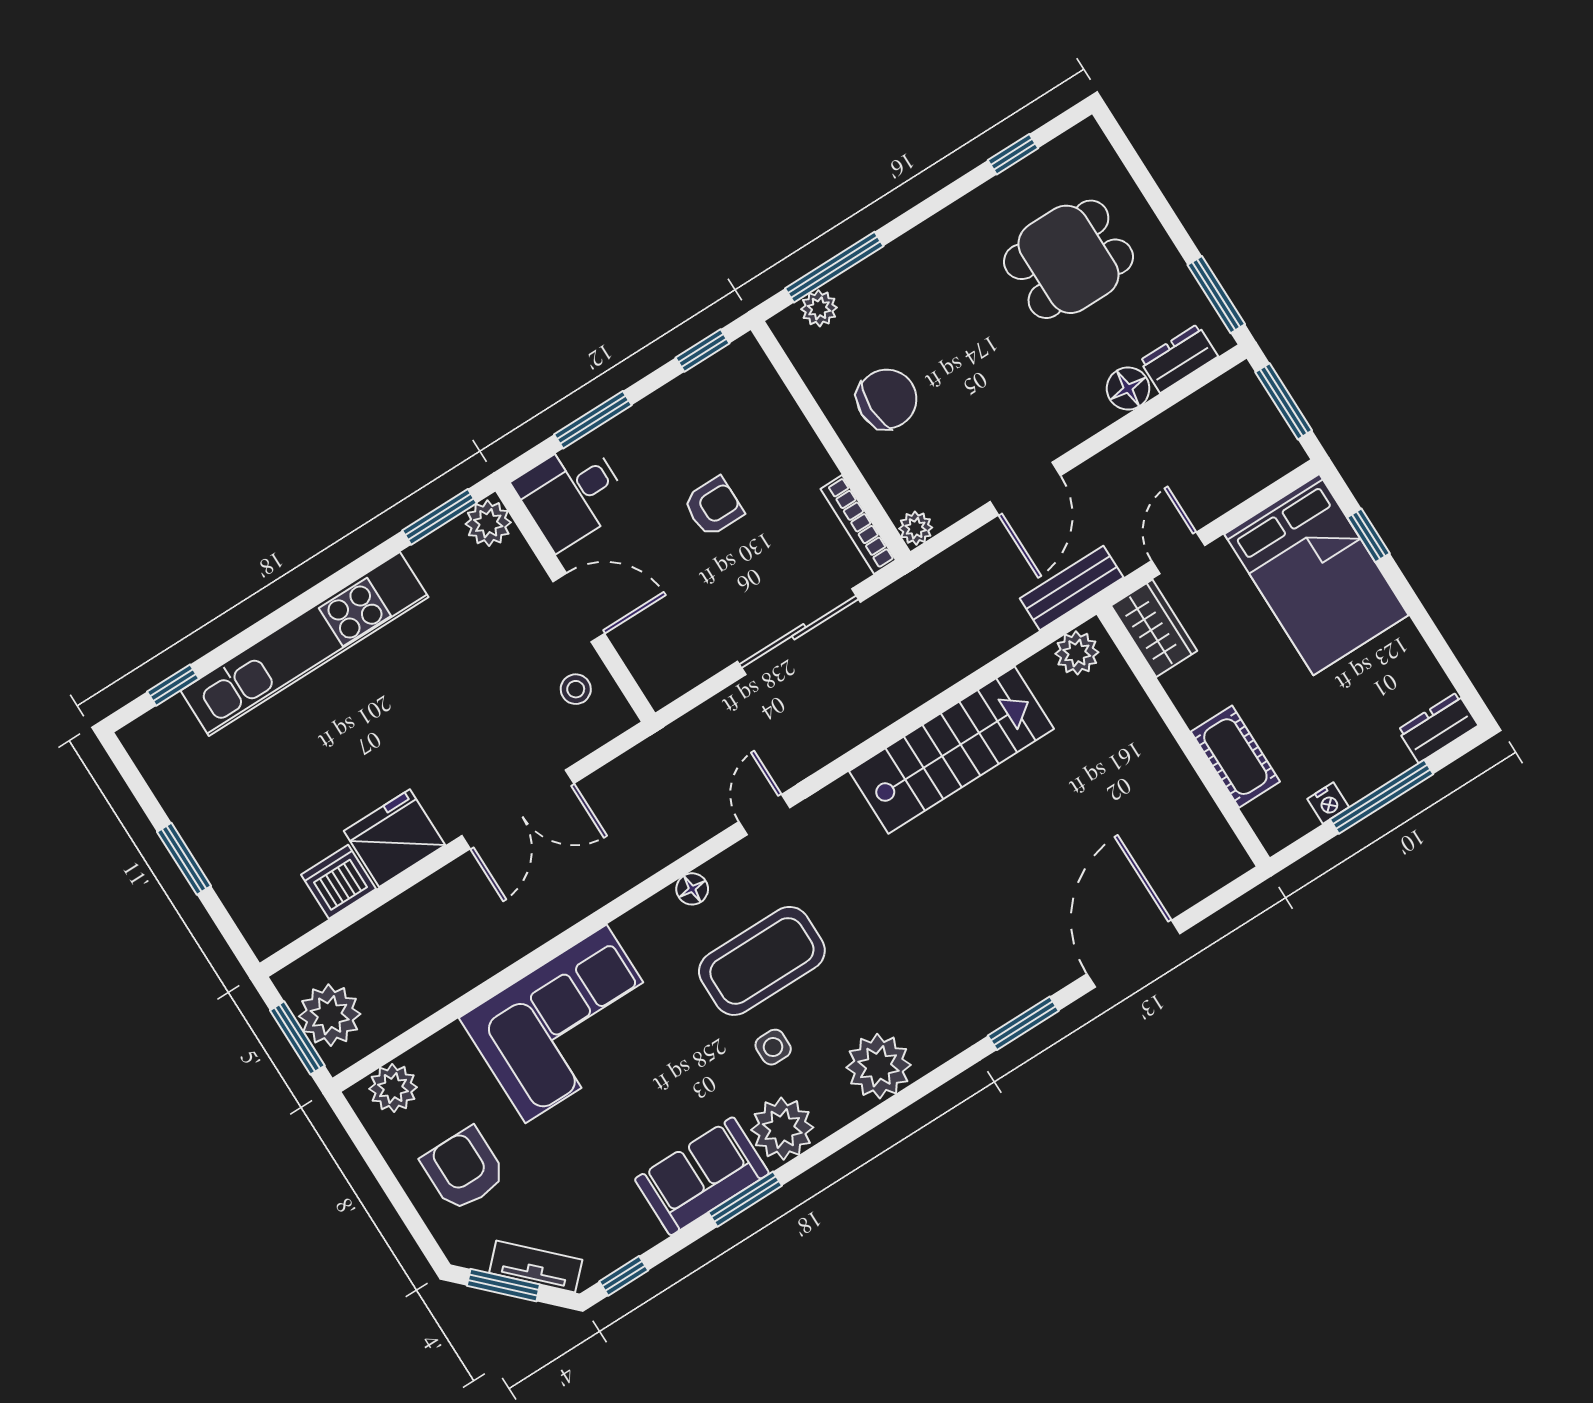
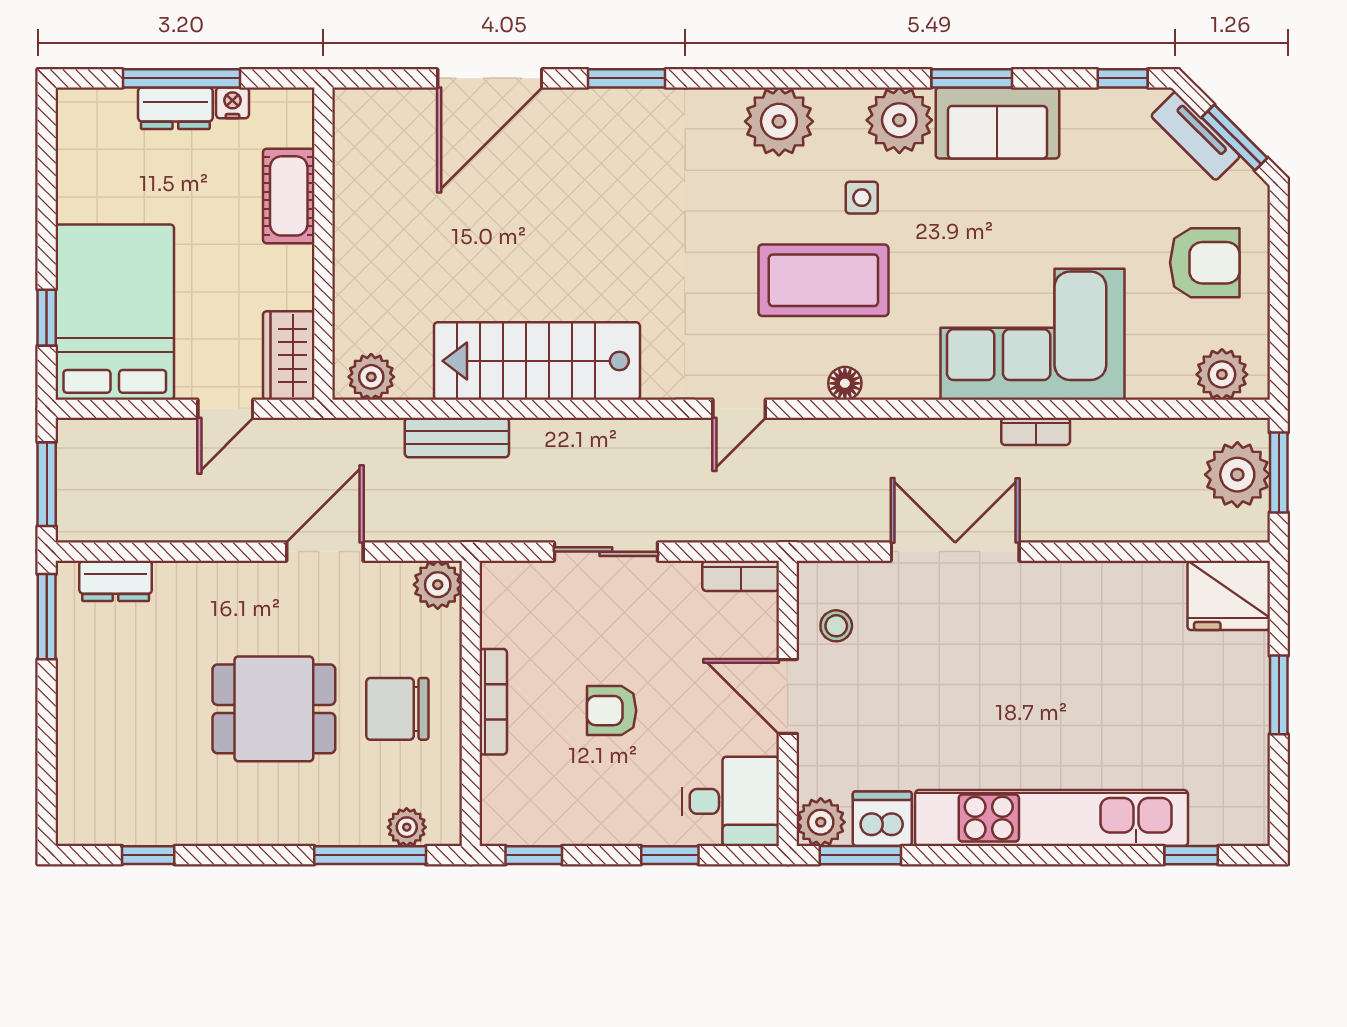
dining table: (1068, 259) -> (274, 709), moved
floor lamp: (1128, 389) -> (178, 583), removed
window: (593, 420) -> (670, 855), width x0.67
bookcase: (858, 525) -> (493, 702), moved
plant: (916, 528) -> (438, 585), width x1.38, depth x1.38
bench: (1072, 588) -> (457, 437), moved
sliding door: (799, 632) -> (606, 552), width x0.73
bookcase: (678, 681) -> (741, 576), added
dresser: (1438, 728) -> (175, 108), moved
fridge: (394, 838) -> (1229, 595), moved
dishwasher: (338, 882) -> (882, 819), moved, turned 180
bookcase: (514, 947) -> (1036, 431), added
armchair: (464, 1169) -> (1205, 263), turned -90

